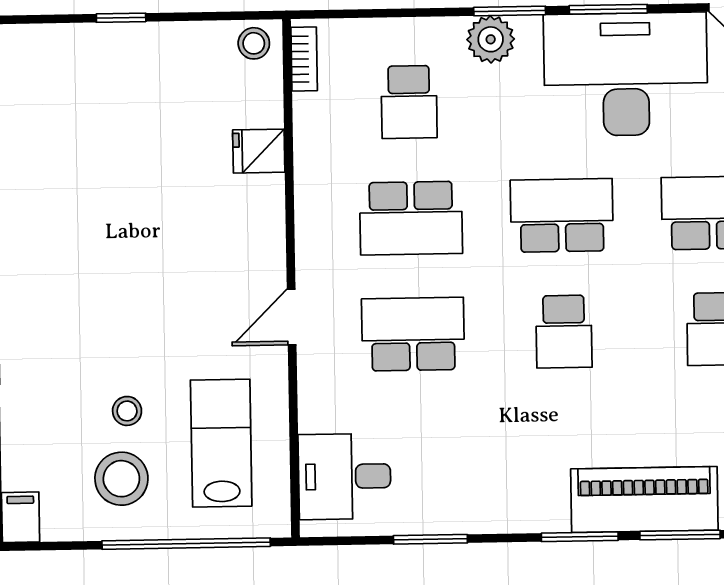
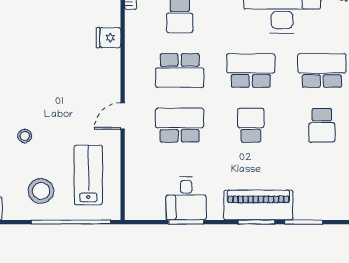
school desk: (564, 332) -> (251, 125), turned 180
stool: (127, 411) -> (25, 136), moved
desk: (345, 476) -> (186, 198), moved, turned -90
piano: (644, 500) -> (258, 205), moved

